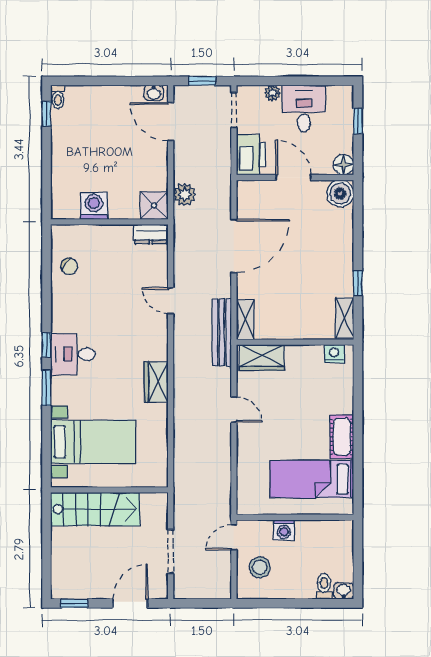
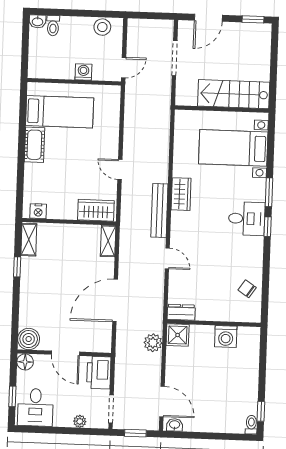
desk: (304, 108) -> (35, 407), moved
bench: (222, 333) -> (159, 210), moved
stool: (260, 567) -> (102, 27), moved

